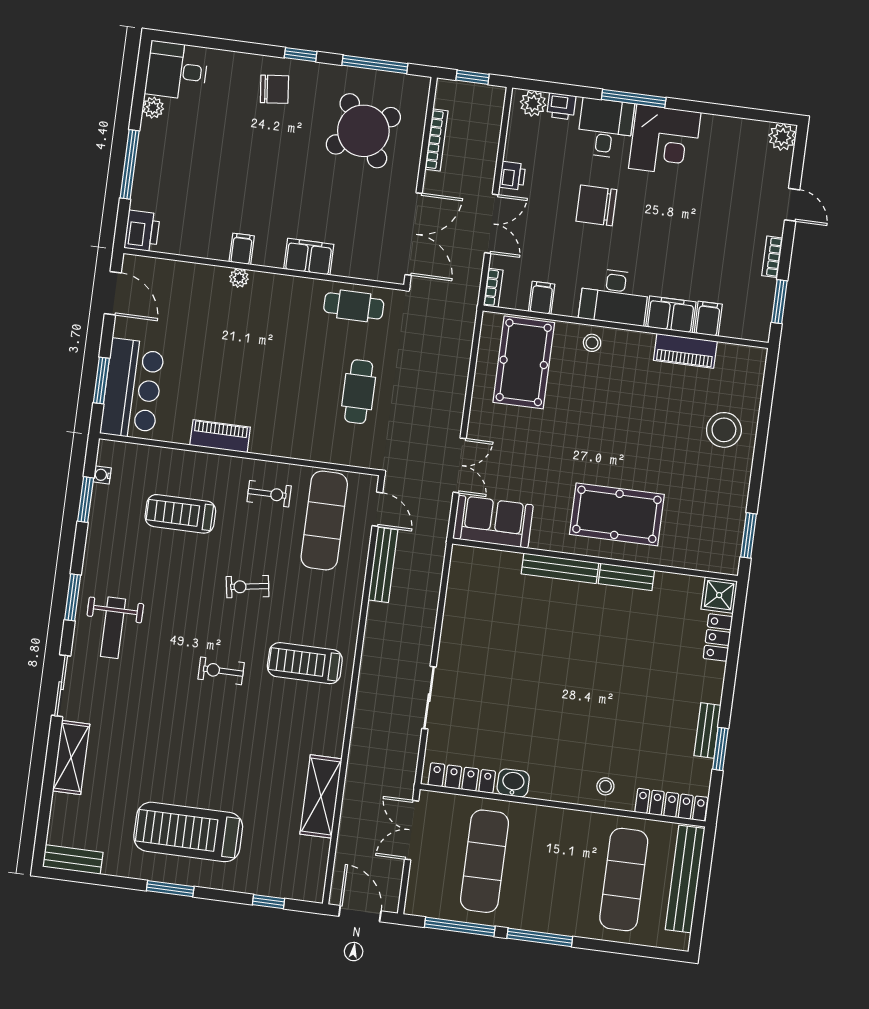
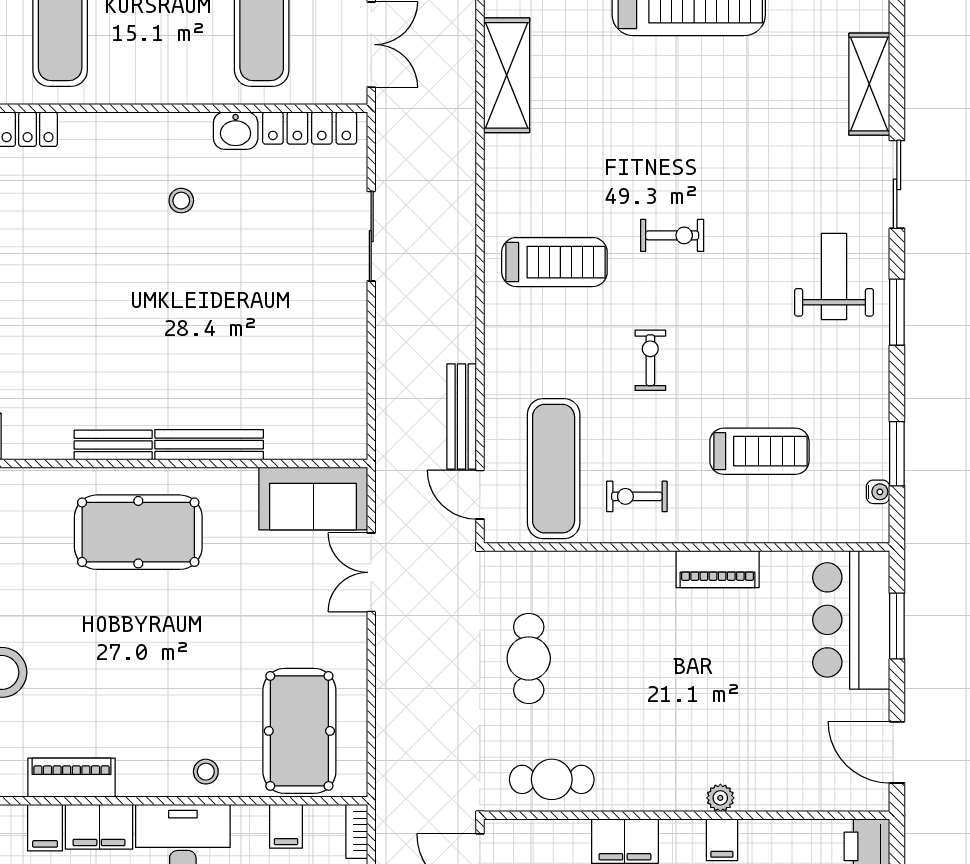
exercise bike: (248, 587) -> (650, 360), turned -81
stool: (605, 786) -> (181, 201), moved

